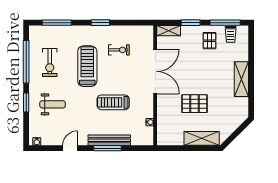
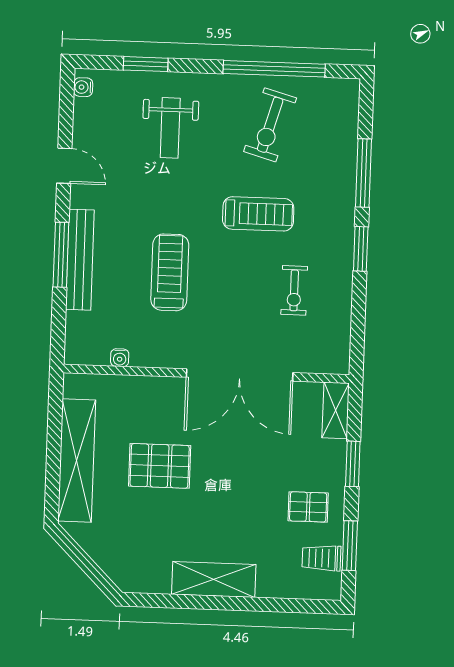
window: (57, 23) -> (363, 173), moved
window: (225, 23) -> (350, 546), width x0.69
exercise bike: (50, 62) -> (270, 125), turned -74
treadmill: (87, 66) -> (258, 214), width x0.73, depth x0.73
window: (26, 103) -> (146, 64), moved
pallet: (194, 104) -> (160, 466), turned 90
shelving: (202, 138) -> (77, 460), width x1.47

